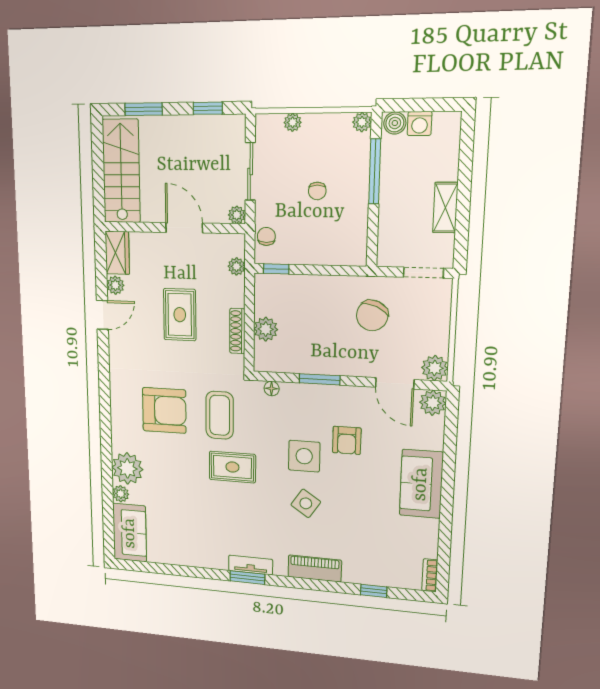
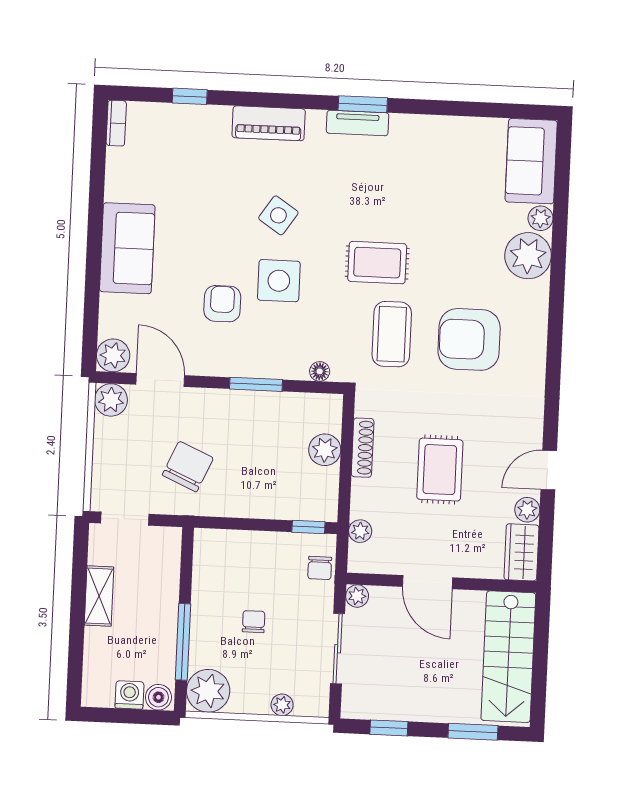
plant: (362, 122) -> (208, 691), width x1.87, depth x1.87

